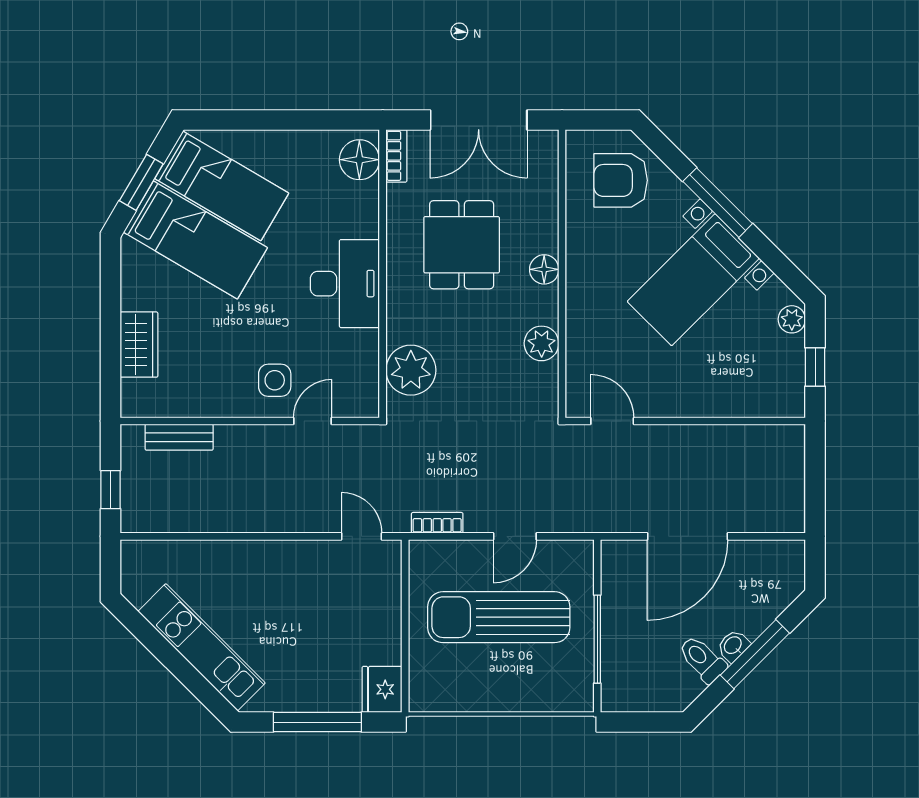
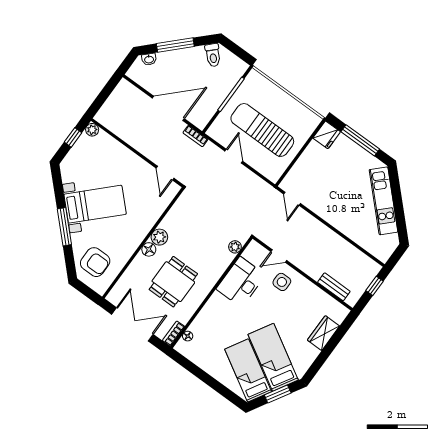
floor lamp: (359, 160) -> (188, 336), width x0.53, depth x0.53
desk: (345, 284) -> (241, 282), moved
plant: (792, 319) -> (92, 130), moved
plant: (542, 343) -> (159, 237), moved
plant: (411, 370) -> (235, 247), width x0.53, depth x0.53
bookcase: (437, 523) -> (195, 136), moved
door: (515, 536) -> (234, 156), hinge flipped
sun lounger: (499, 617) -> (262, 130), turned 180
washbasin: (733, 646) -> (149, 59), moved
toilet: (702, 659) -> (213, 55), moved

